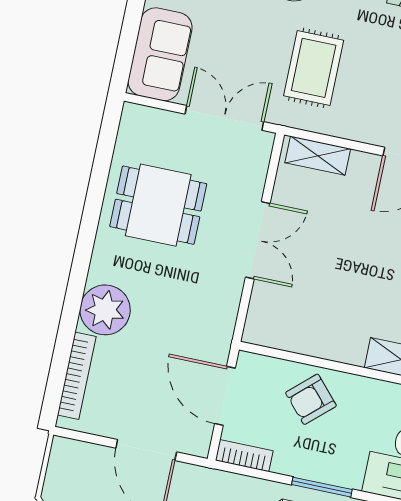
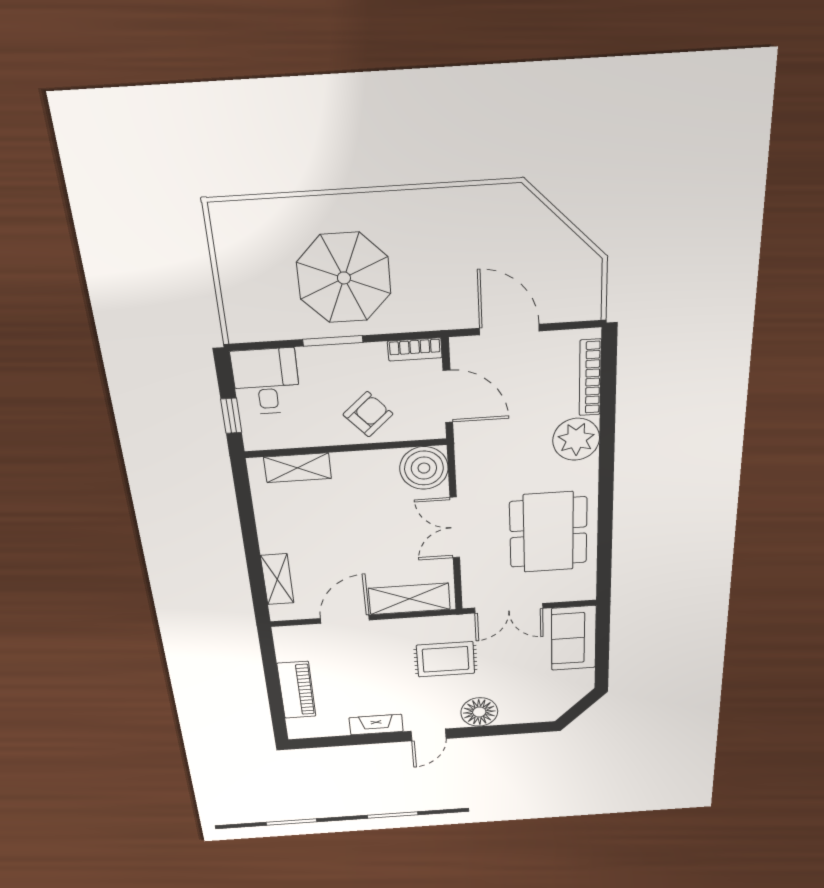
rug: (314, 68) -> (446, 659), turned 90
shelving: (318, 156) -> (409, 599), width x1.50, depth x1.33
dining table: (158, 205) -> (548, 532), width x1.38
boiler: (271, 322) -> (424, 468), added

